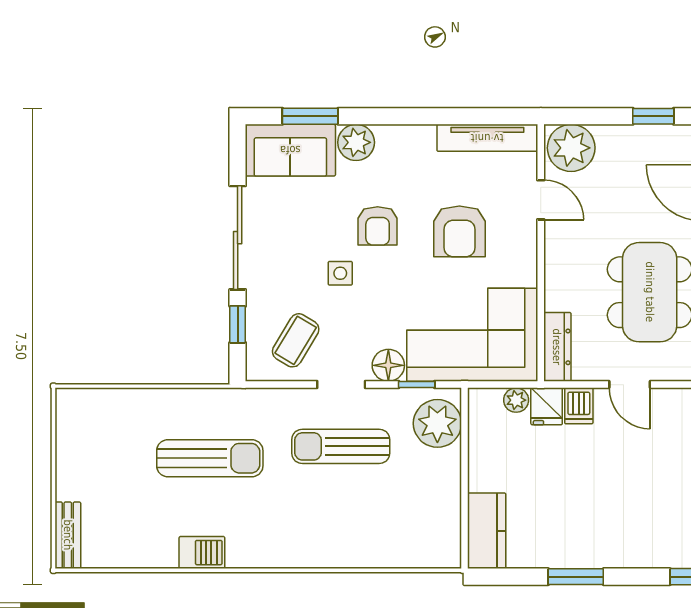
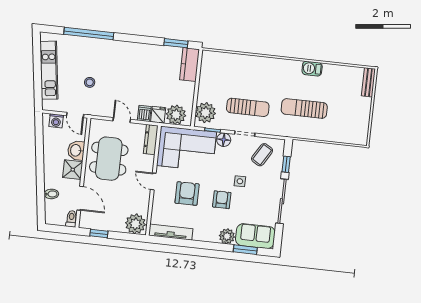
door: (541, 200) -> (153, 181), moved
plant: (516, 400) -> (176, 115), width x1.87, depth x1.87
window: (576, 577) -> (176, 43), moved

